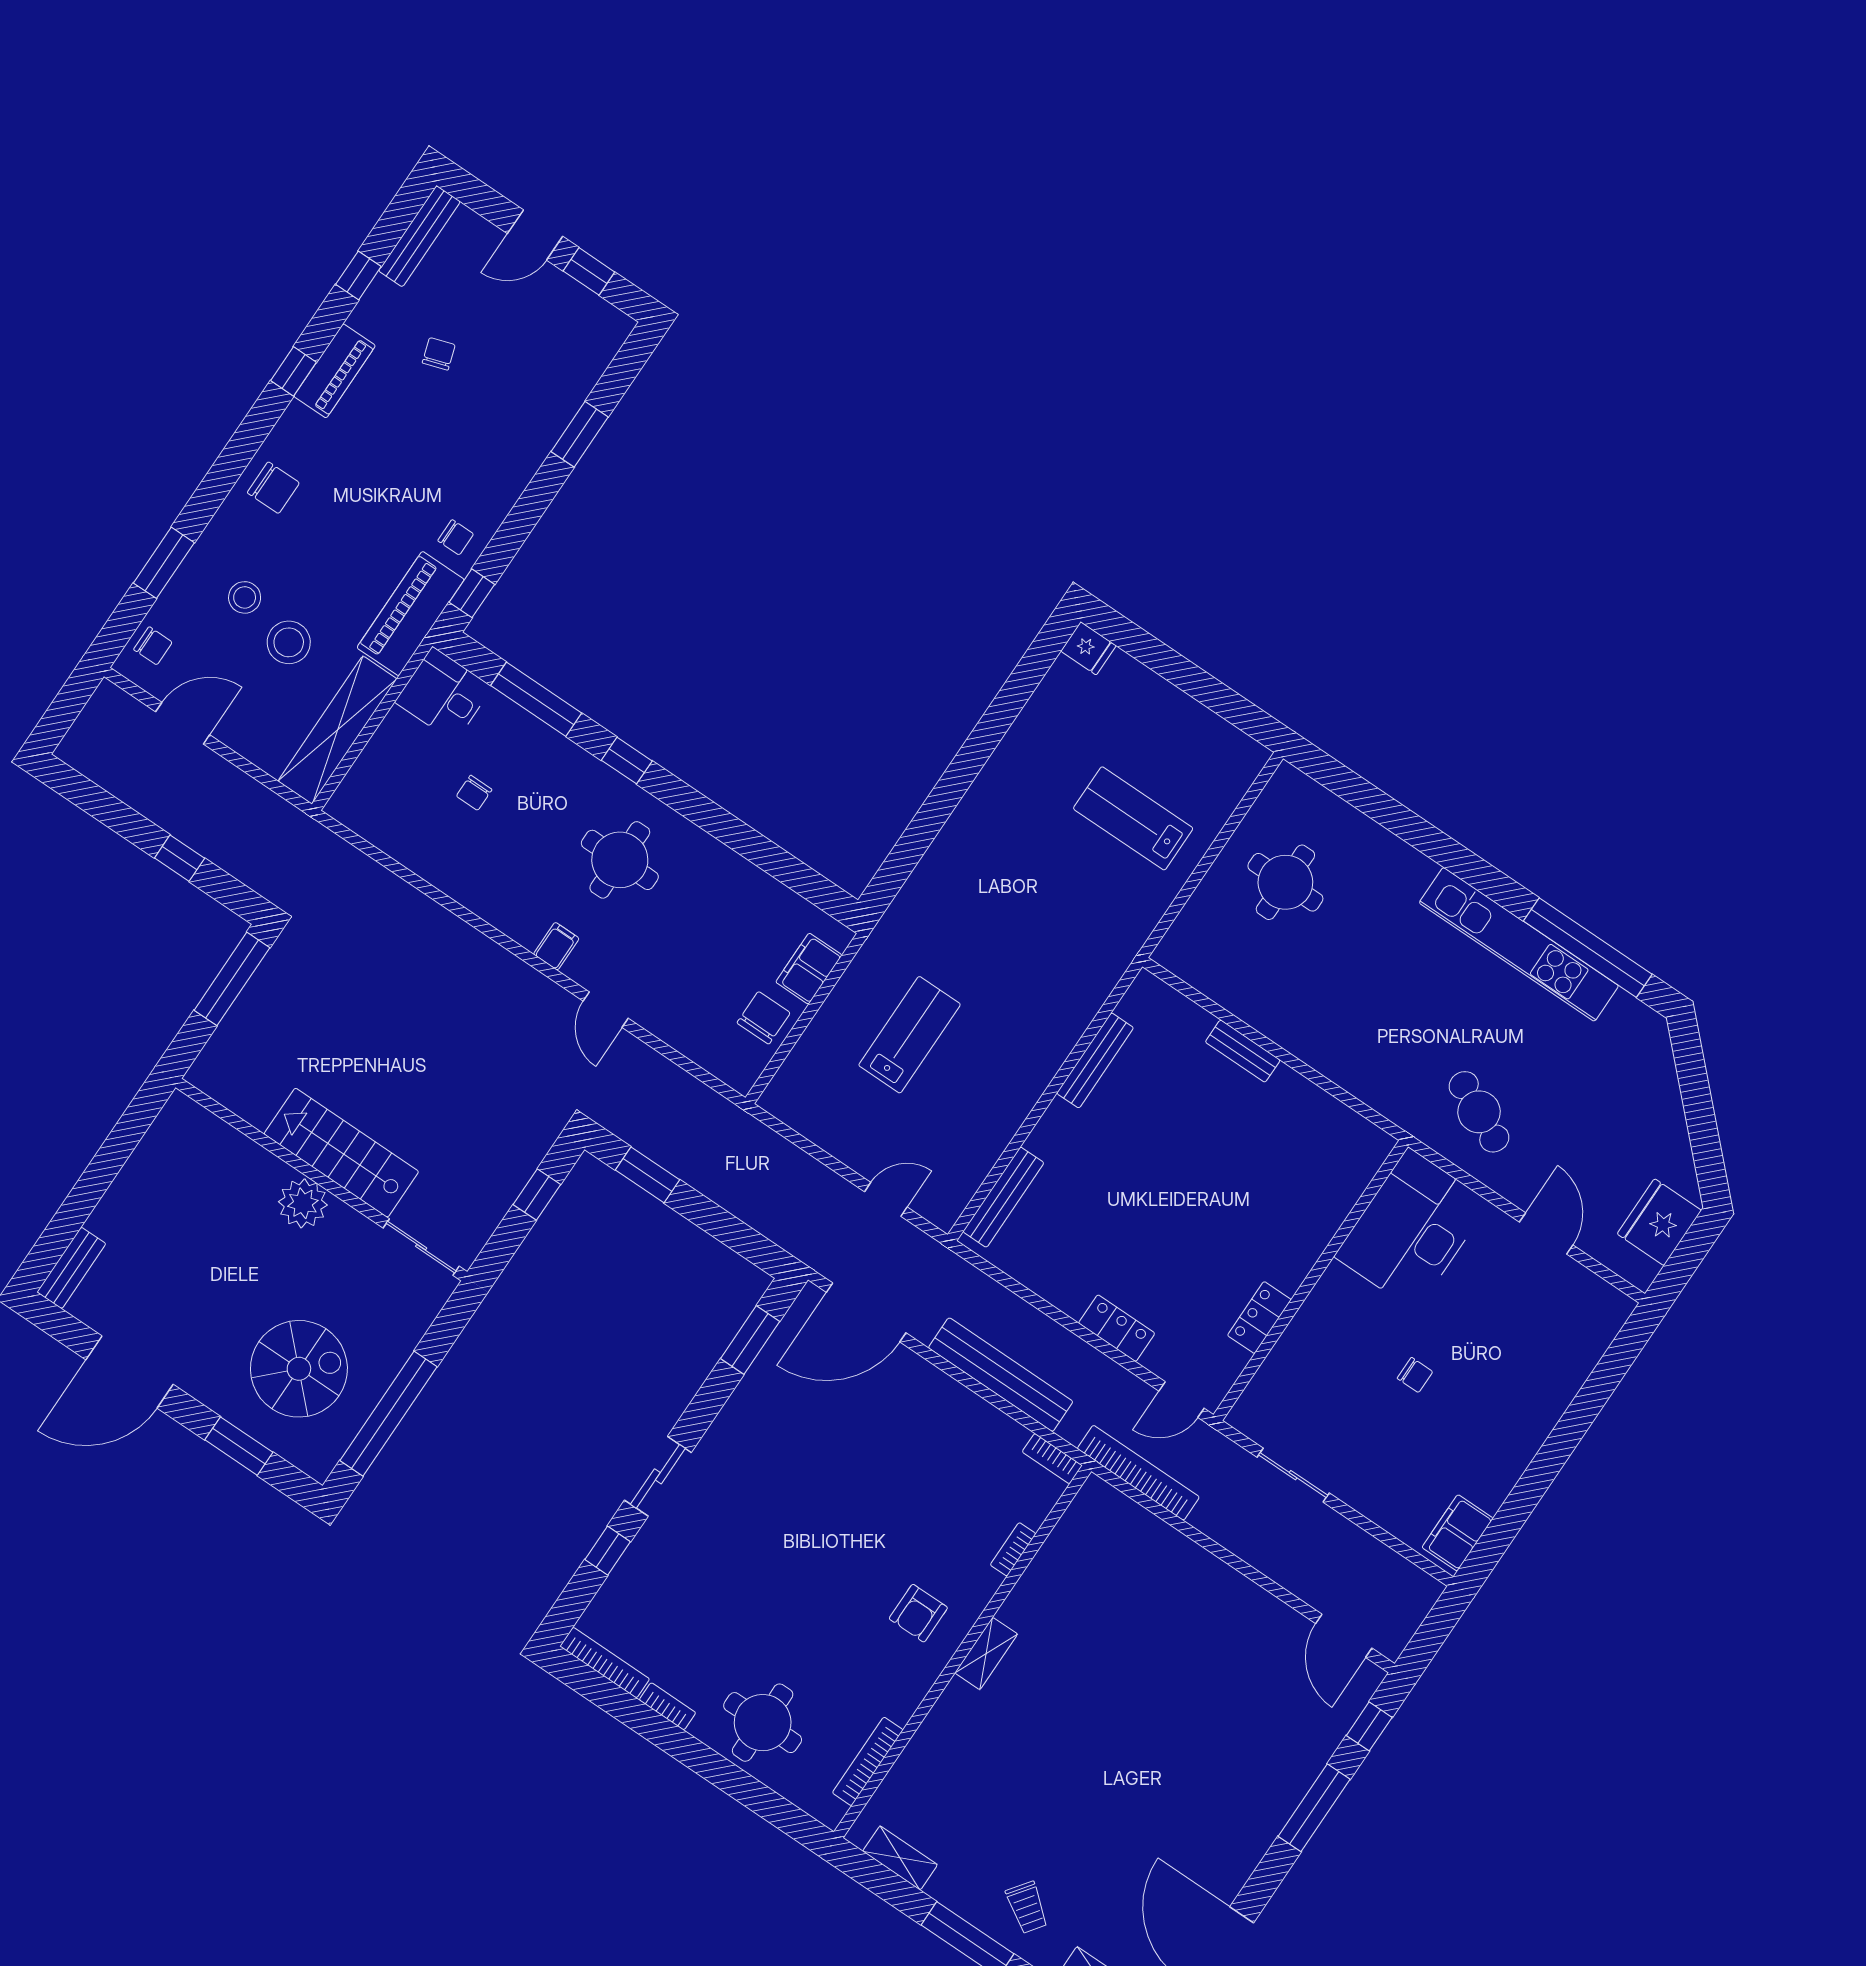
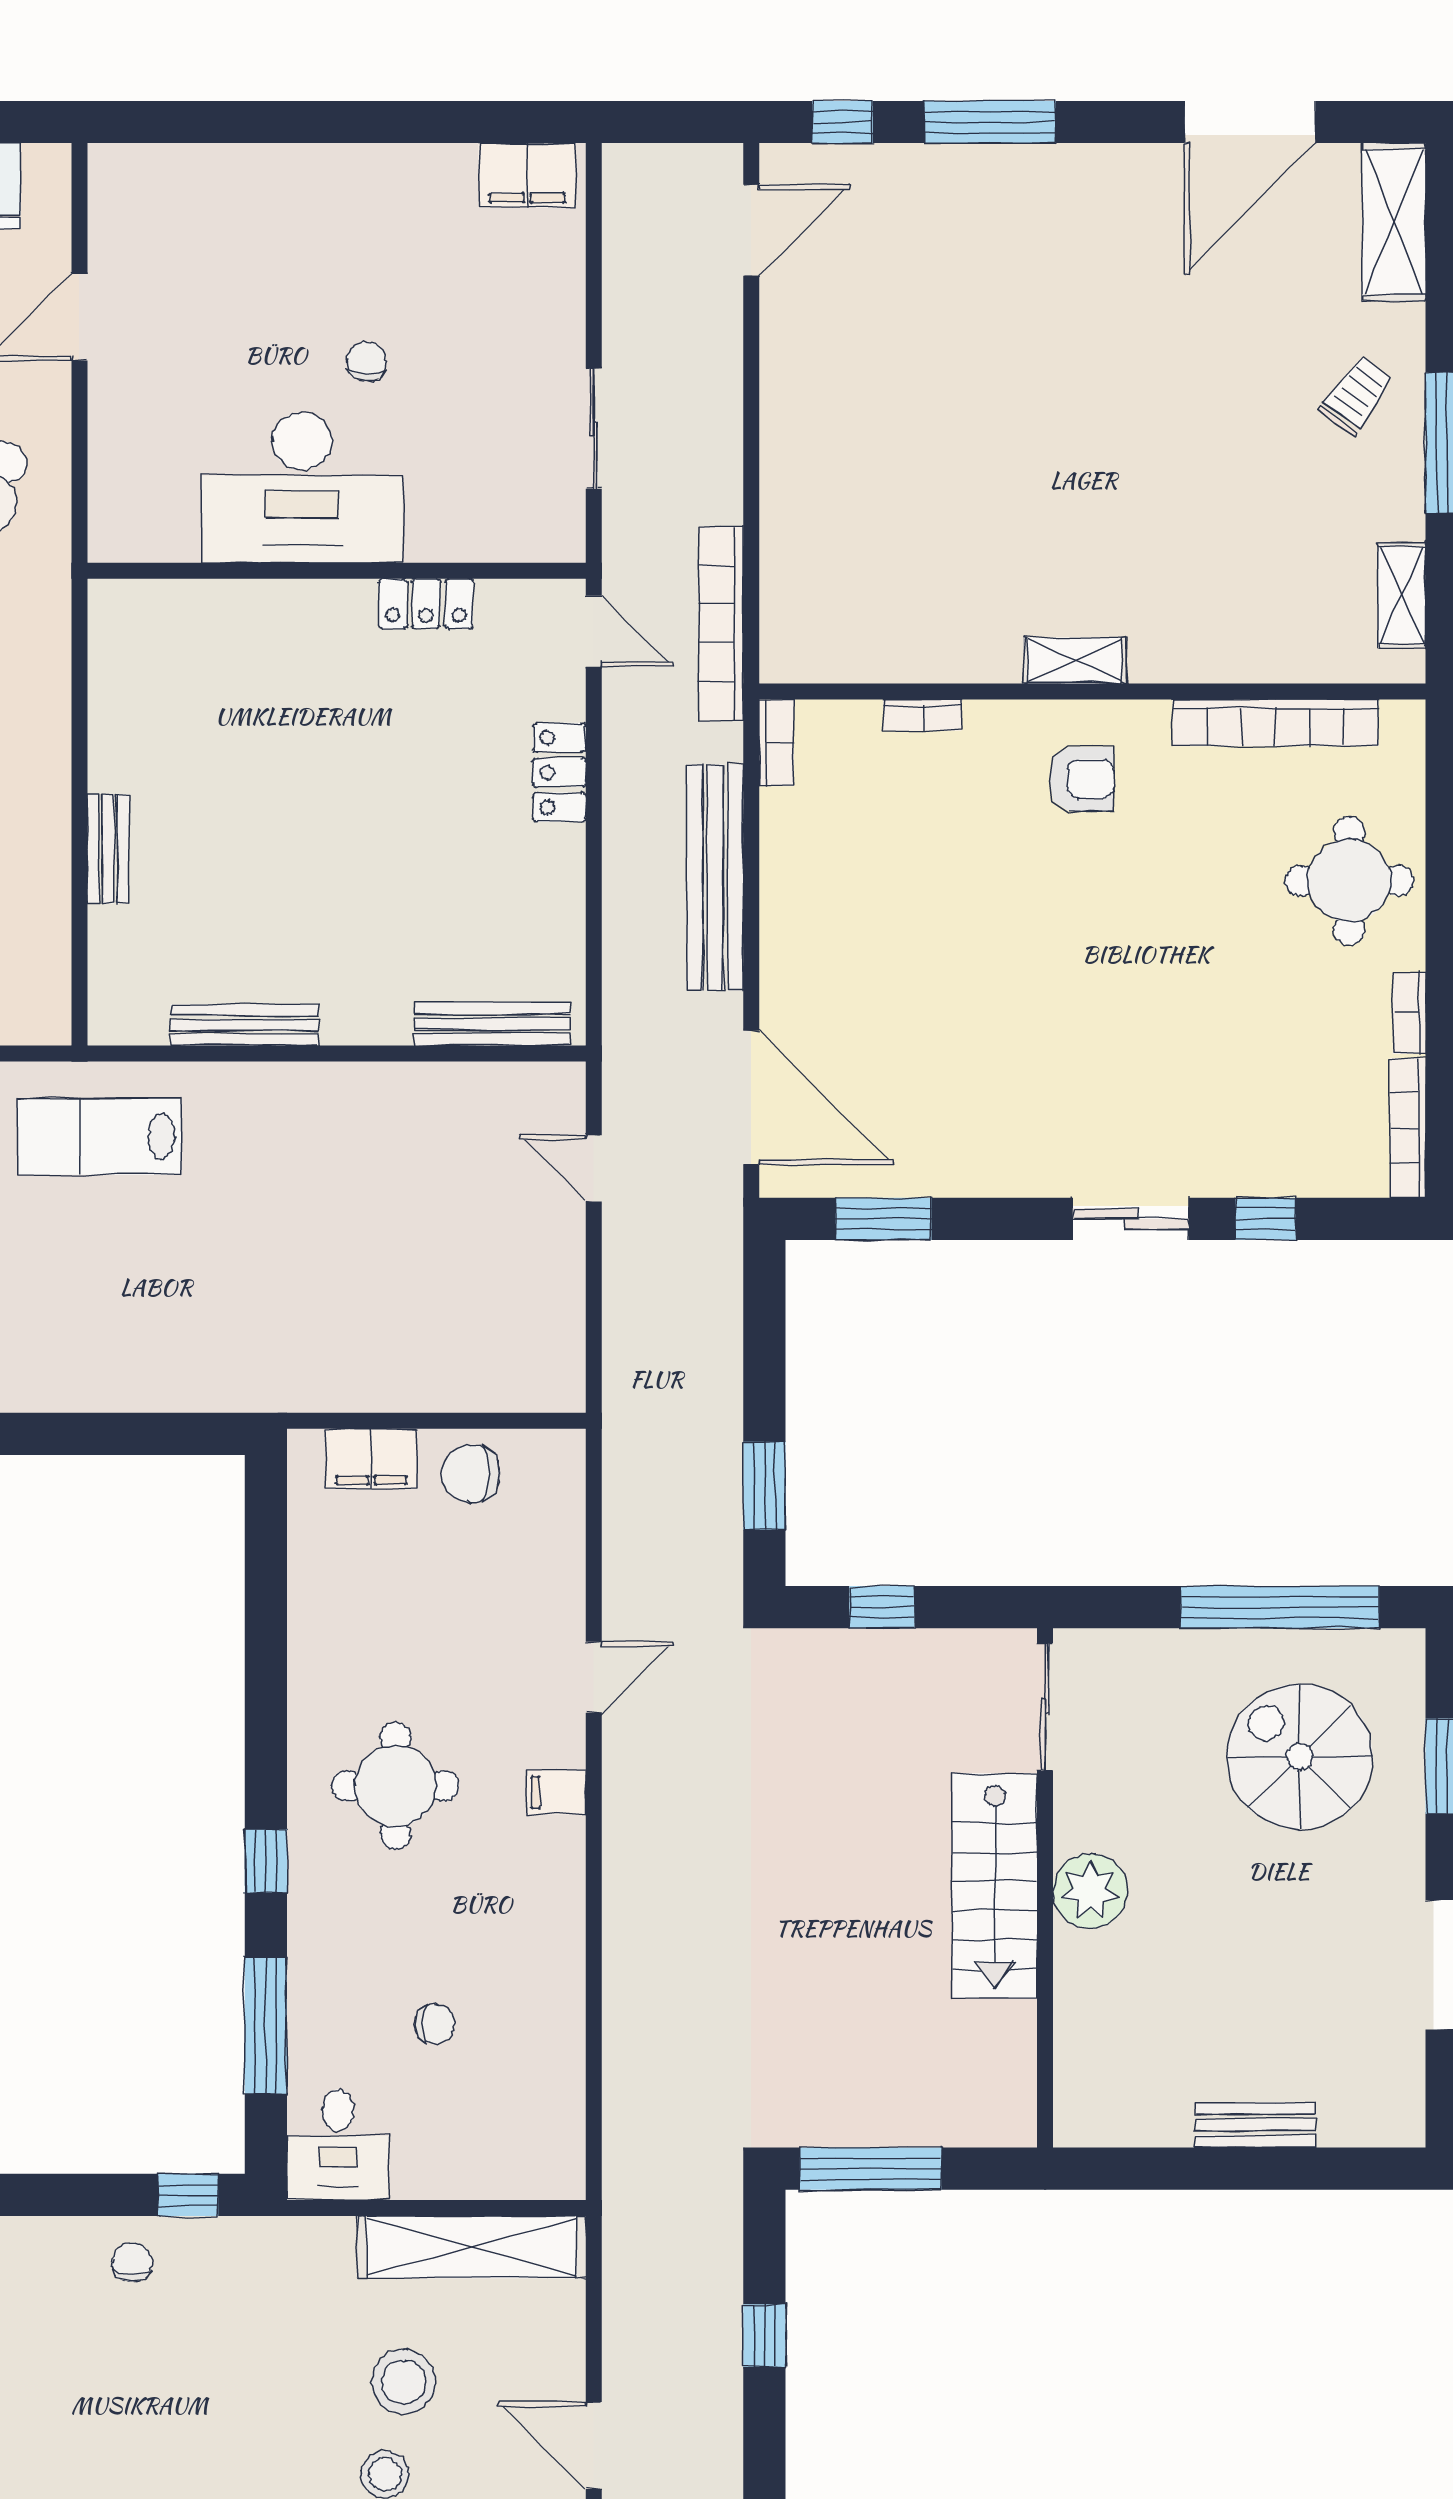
piano: (411, 614) -> (265, 2254), removed
lab bench: (910, 1035) -> (99, 1136), moved
desk: (1412, 1230) -> (302, 488), moved
bench: (71, 1268) -> (1255, 2125), moved
bookcase: (868, 1761) -> (1276, 723), width x1.48, depth x1.31

